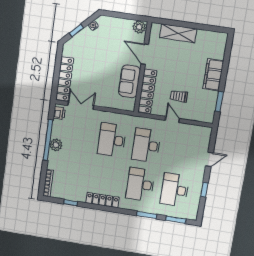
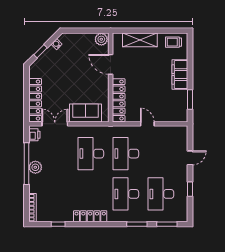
sofa: (129, 81) -> (85, 113), moved, turned 90
trolley: (179, 96) -> (173, 42), moved

